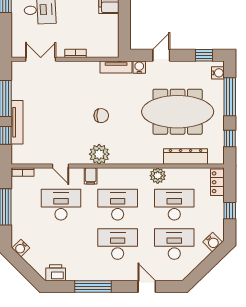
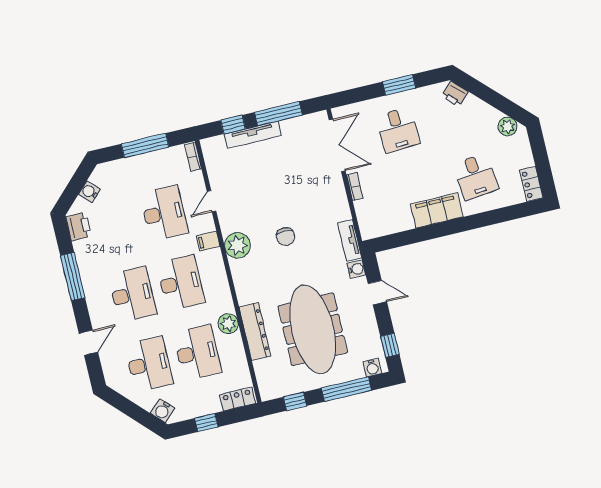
double door: (41, 59) -> (337, 145), width x1.37
dresser: (186, 157) -> (255, 331), moved
water cooler: (21, 248) -> (89, 192), moved

